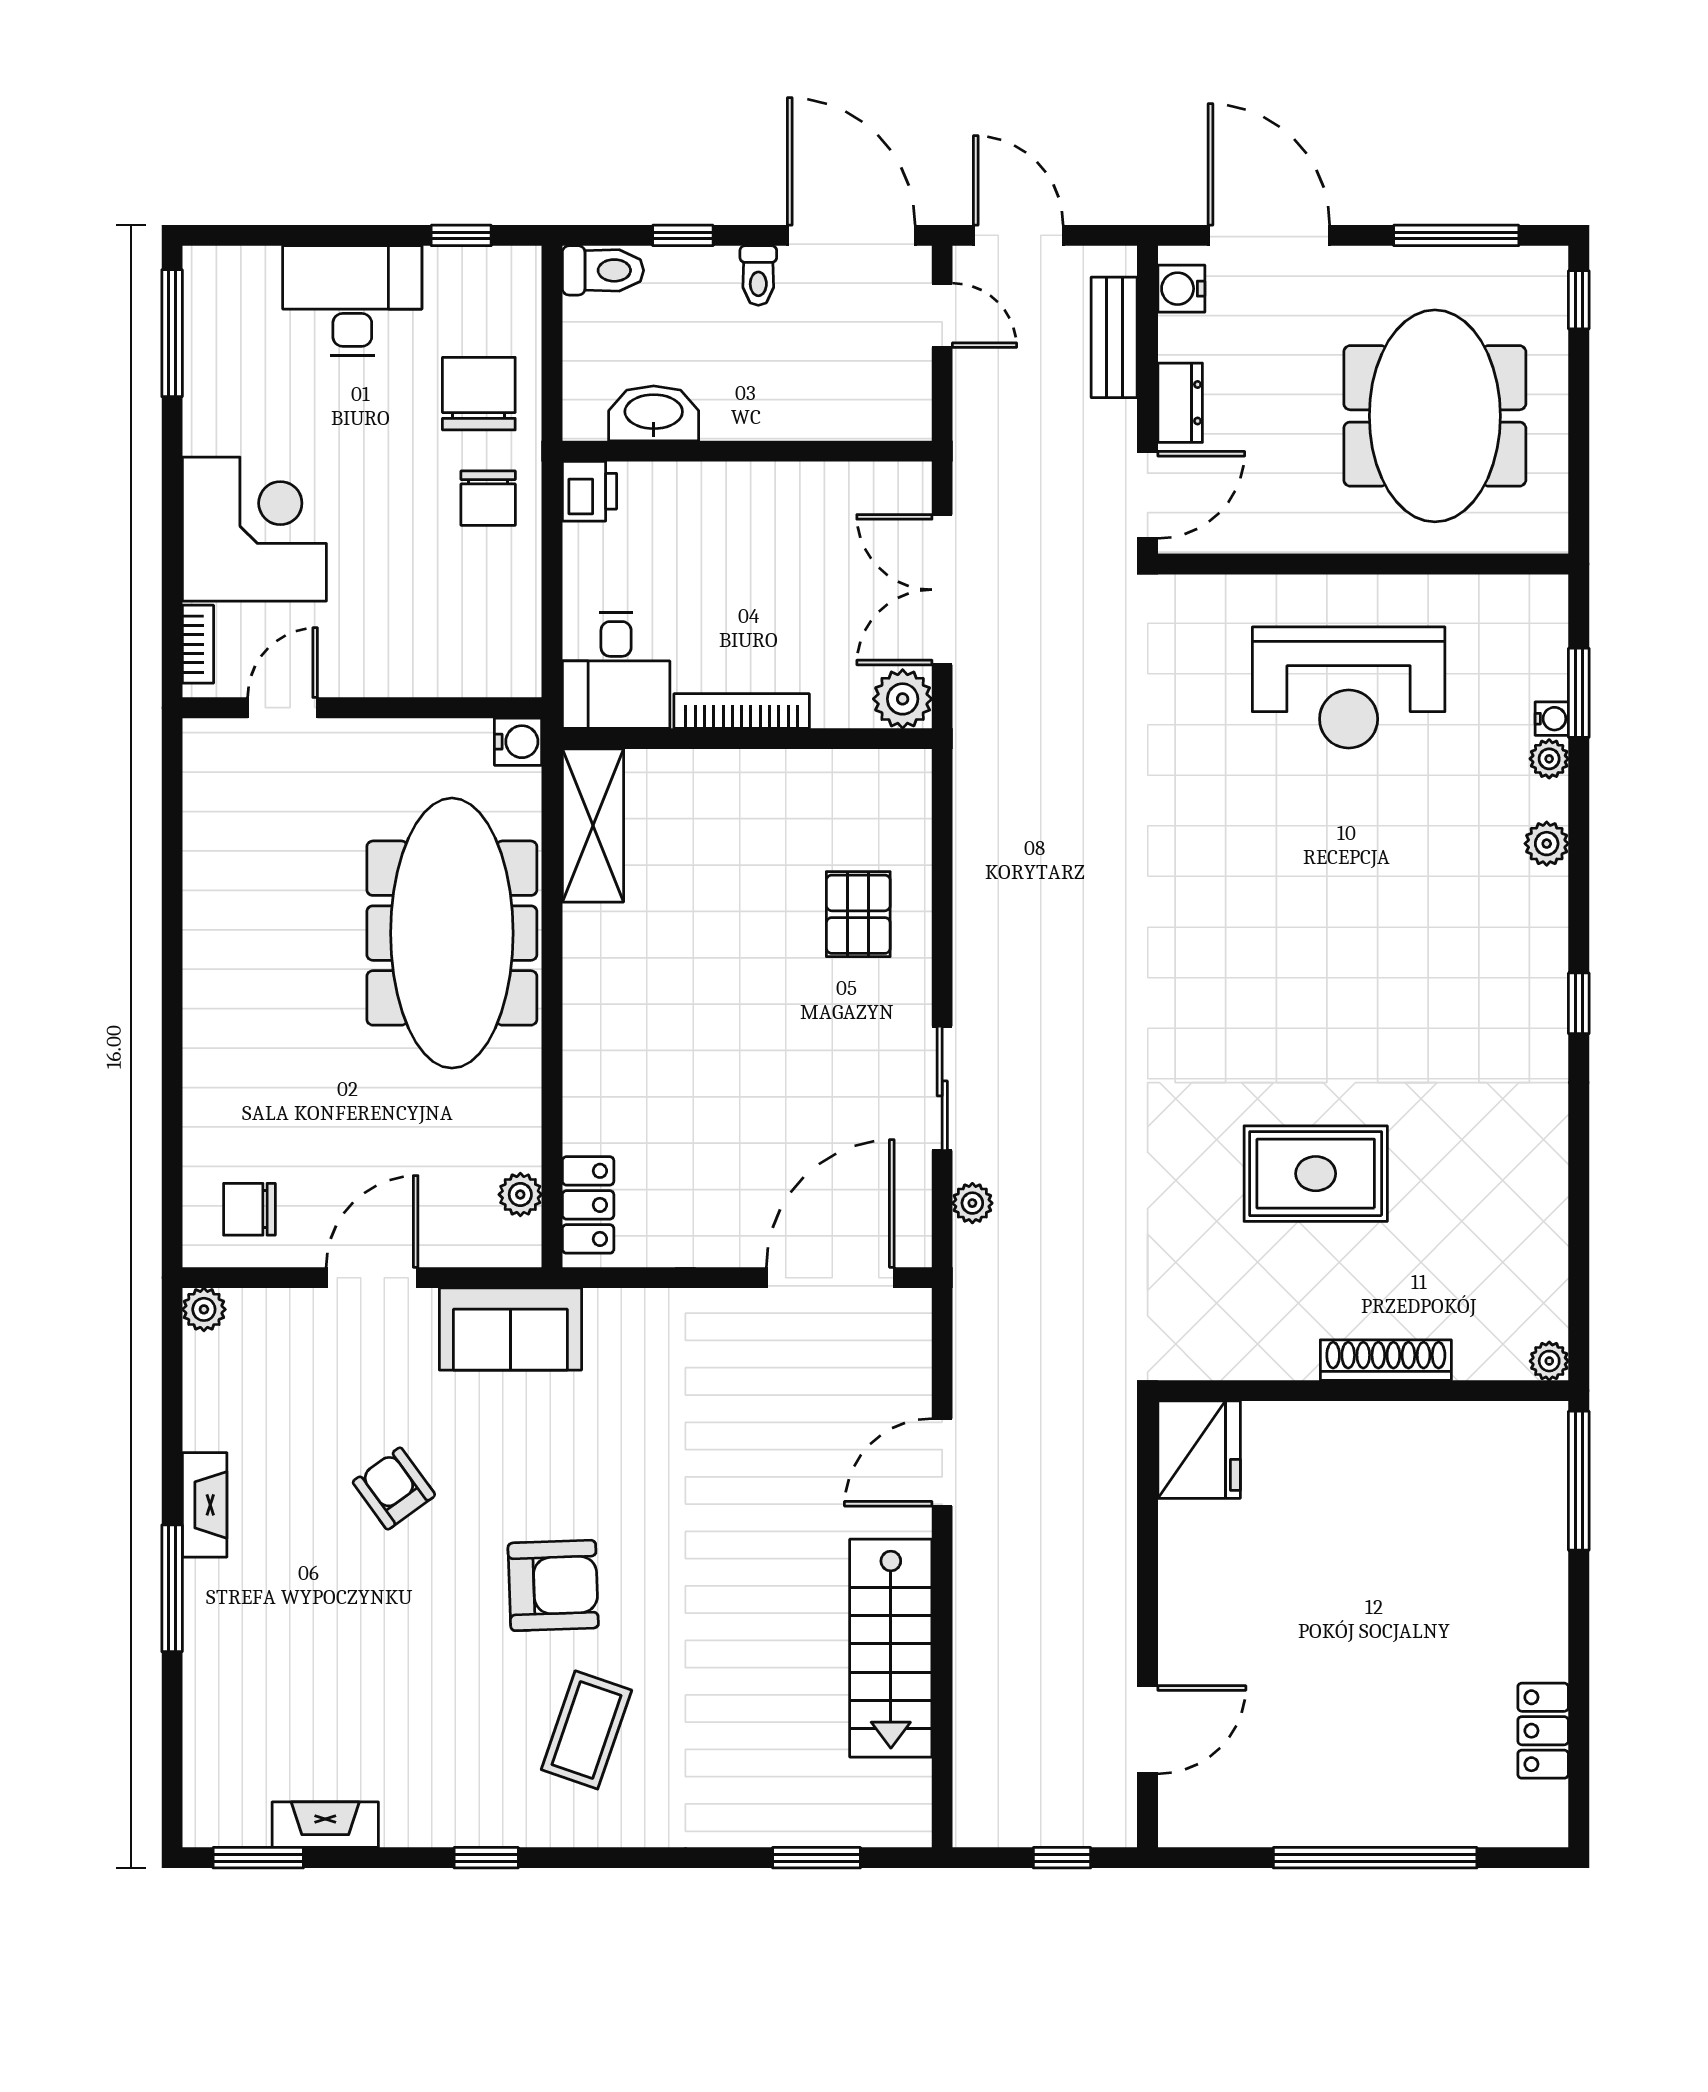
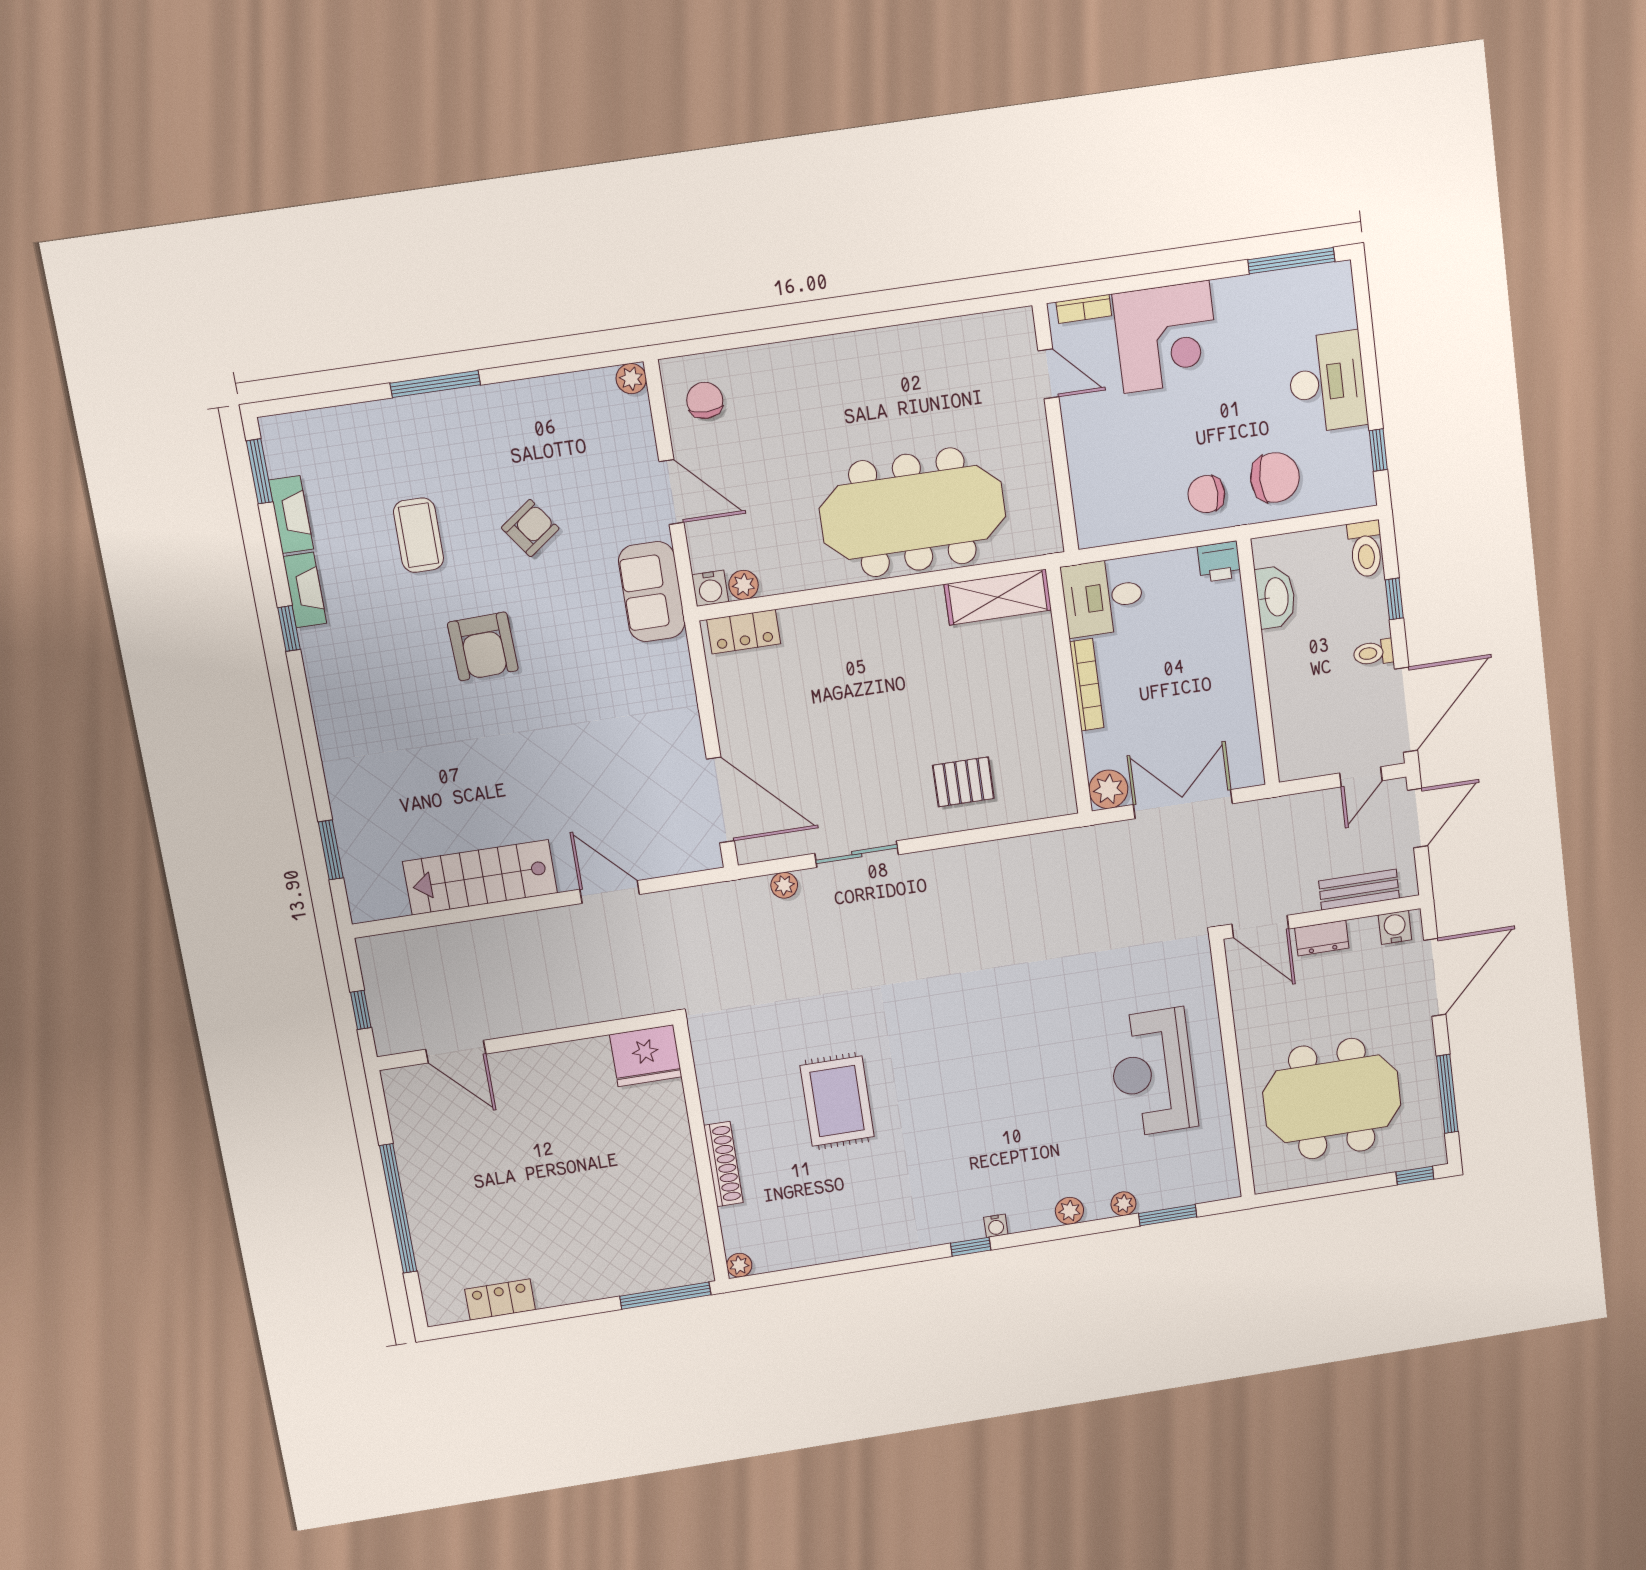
water cooler: (1552, 719) -> (996, 1226), moved
water cooler: (518, 742) -> (710, 588), moved
fireplace: (205, 1505) -> (305, 590), moved, turned -90
coffee table: (586, 1730) -> (419, 535), moved, turned 71

